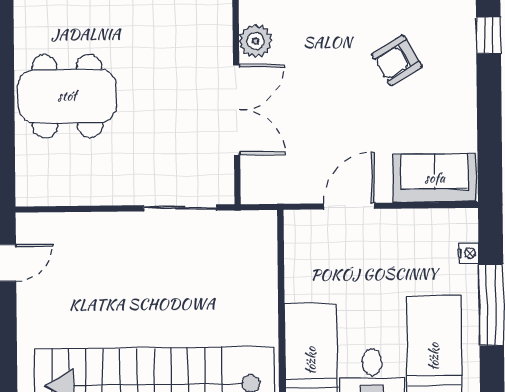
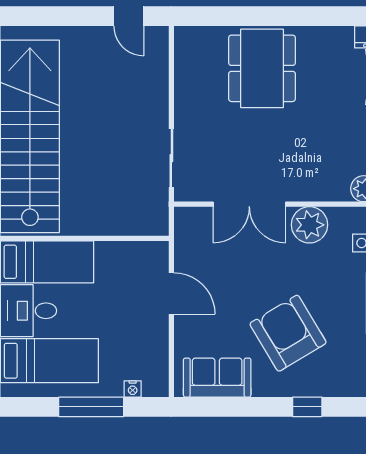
plant: (256, 41) -> (309, 225), width x1.36, depth x1.36
armchair: (397, 60) -> (288, 333), width x1.88, depth x1.88
sofa: (435, 178) -> (217, 378), moved, turned -90

